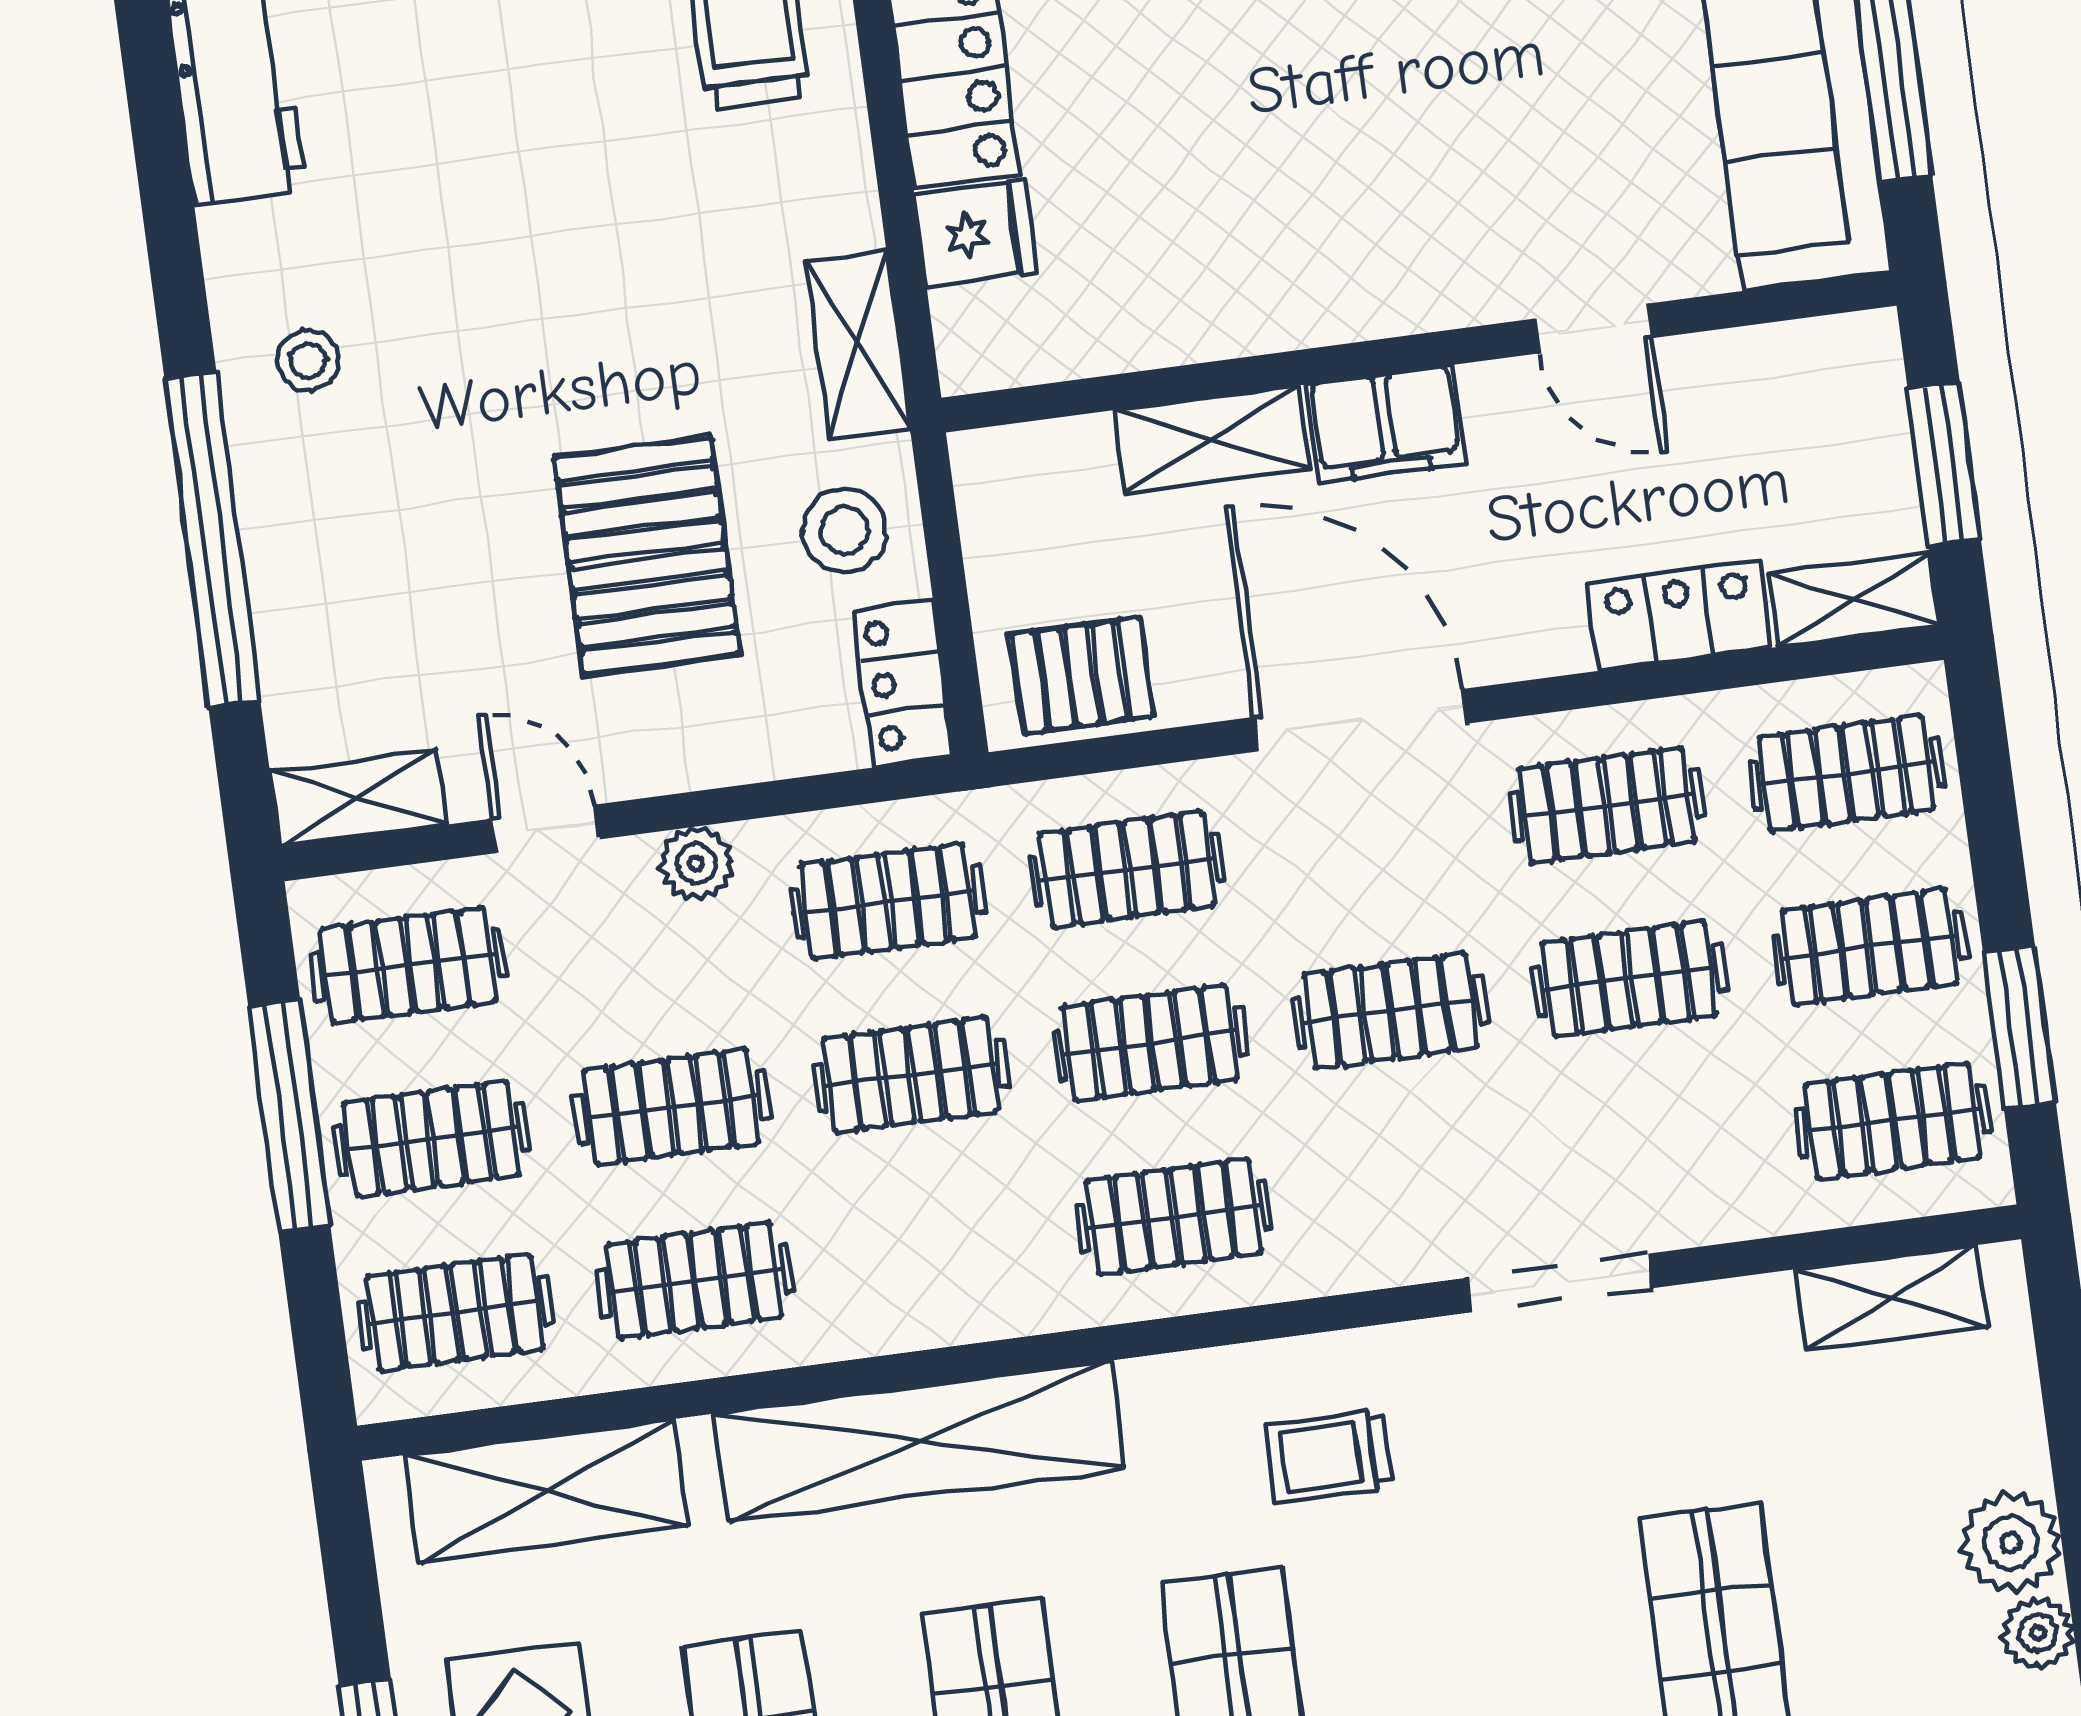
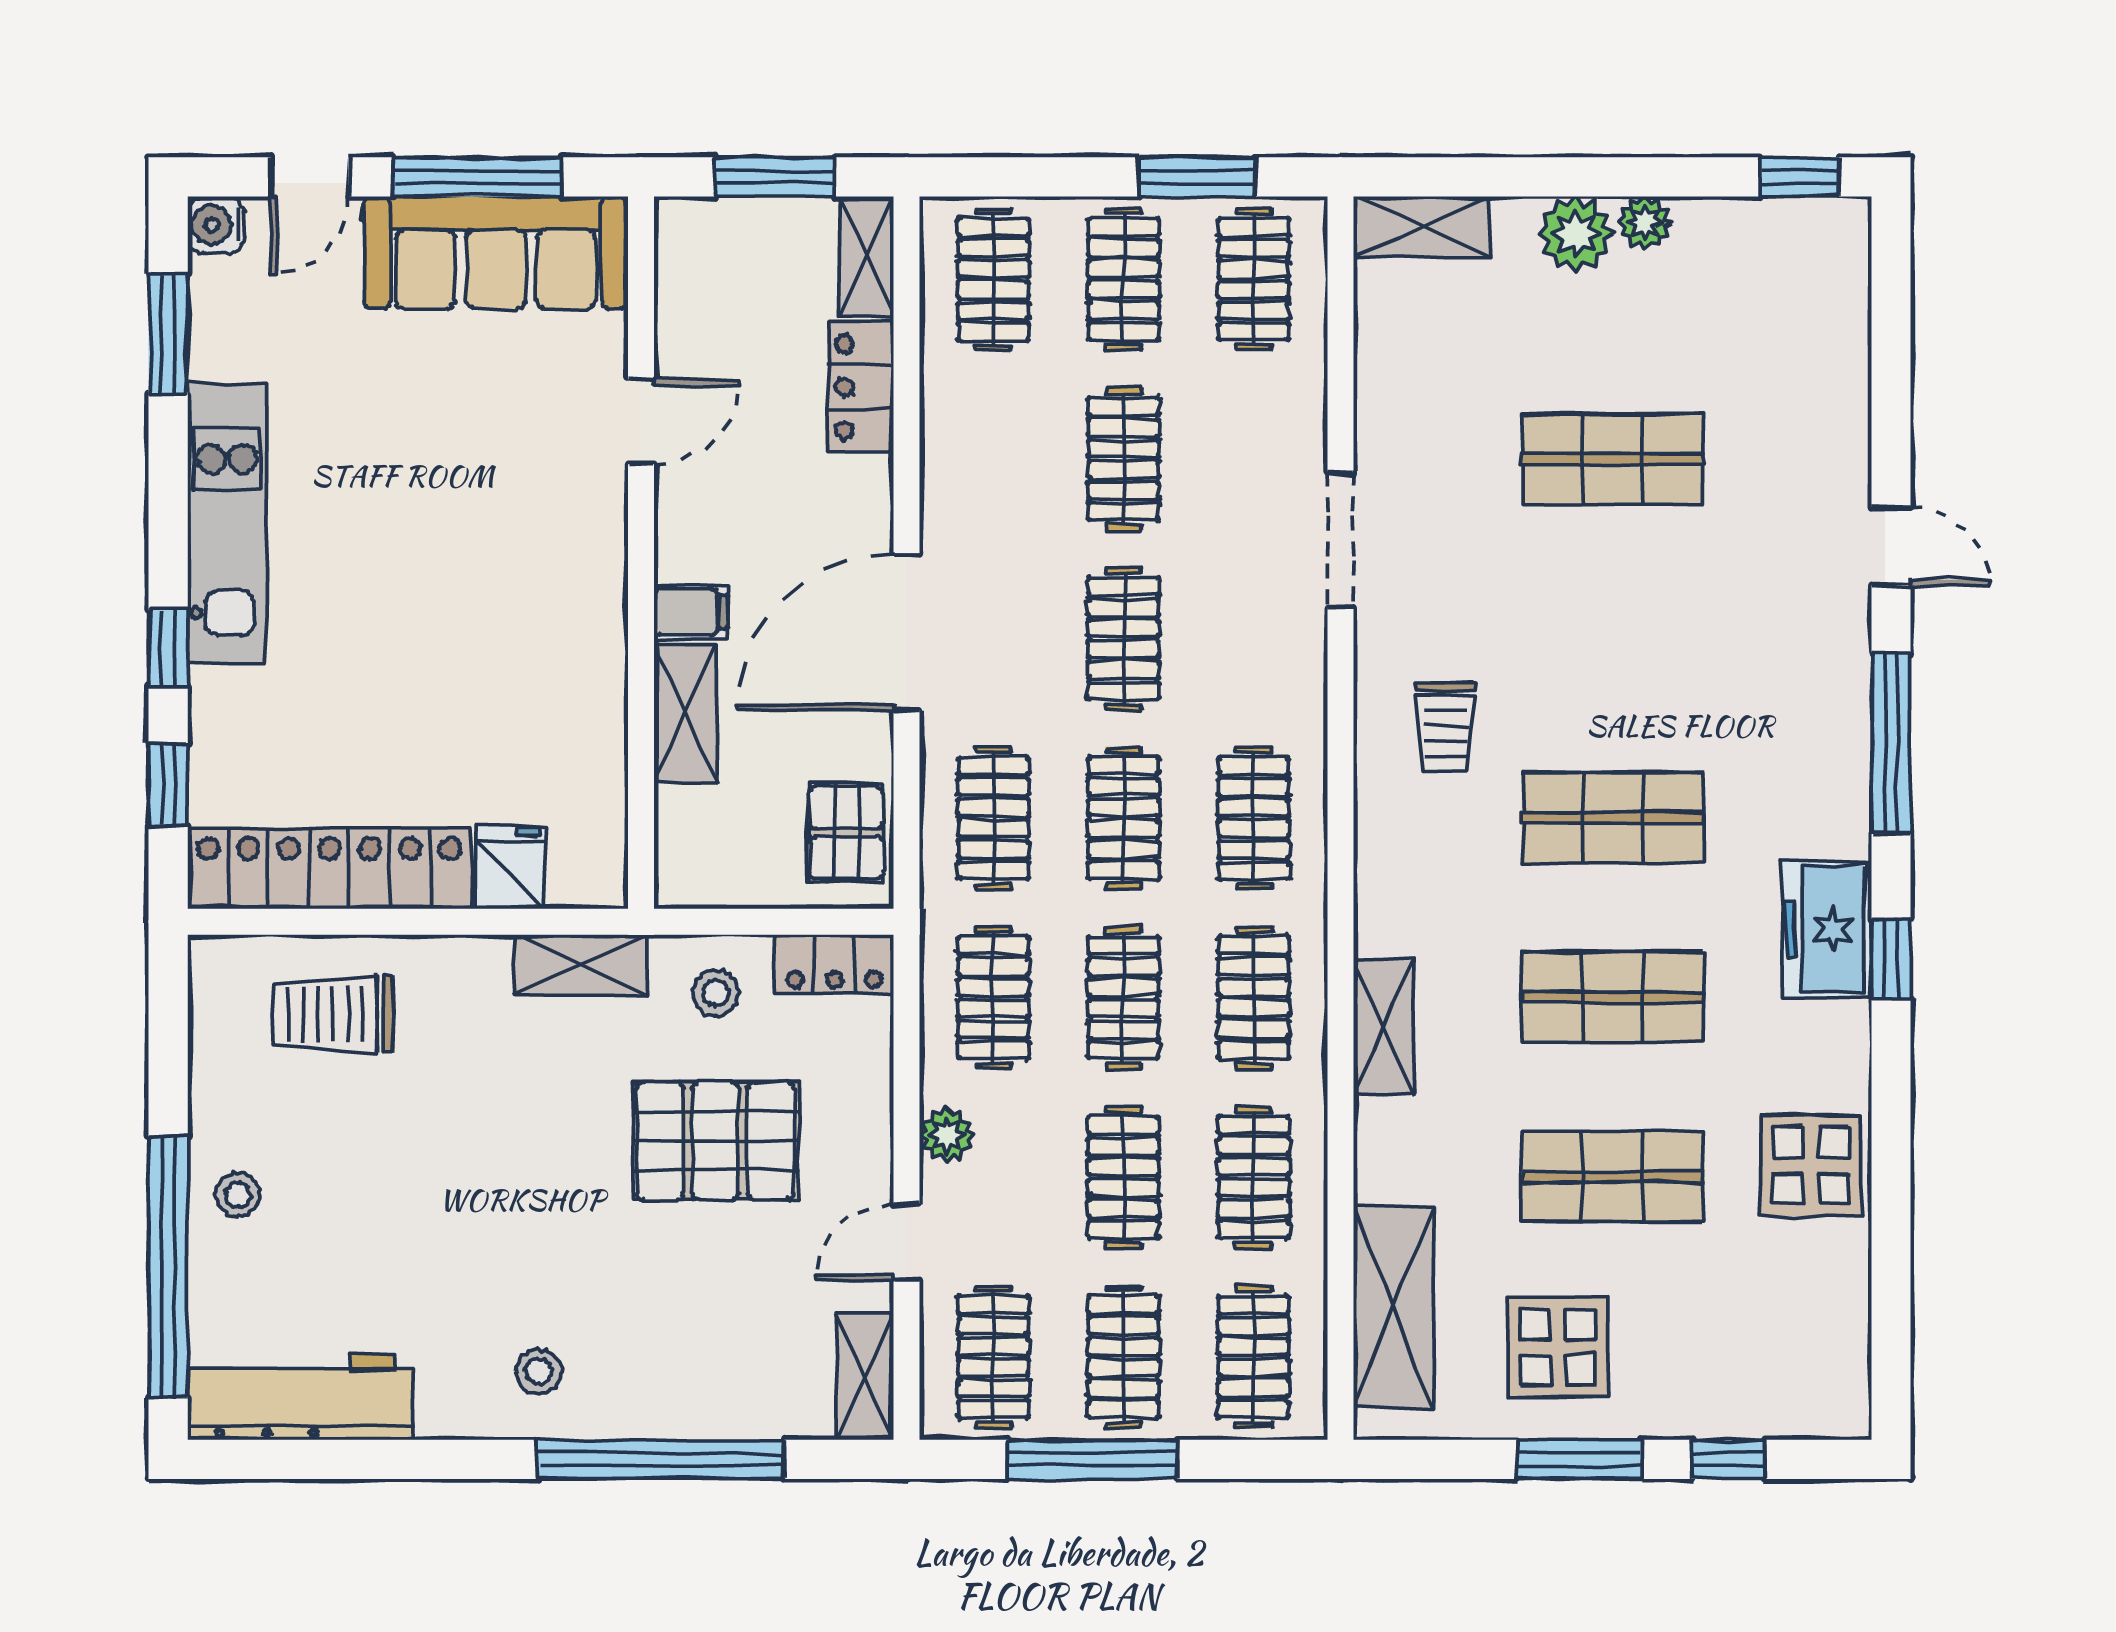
filing cabinet: (1386, 424) -> (691, 612), width x0.50
stool: (844, 530) -> (716, 993), width x0.73, depth x0.73
clothes rail: (1607, 805) -> (1254, 998), moved
shelving: (1891, 1298) -> (1421, 227), moved, turned 90
shelving: (919, 1441) -> (1384, 1027), width x0.45, depth x0.75

